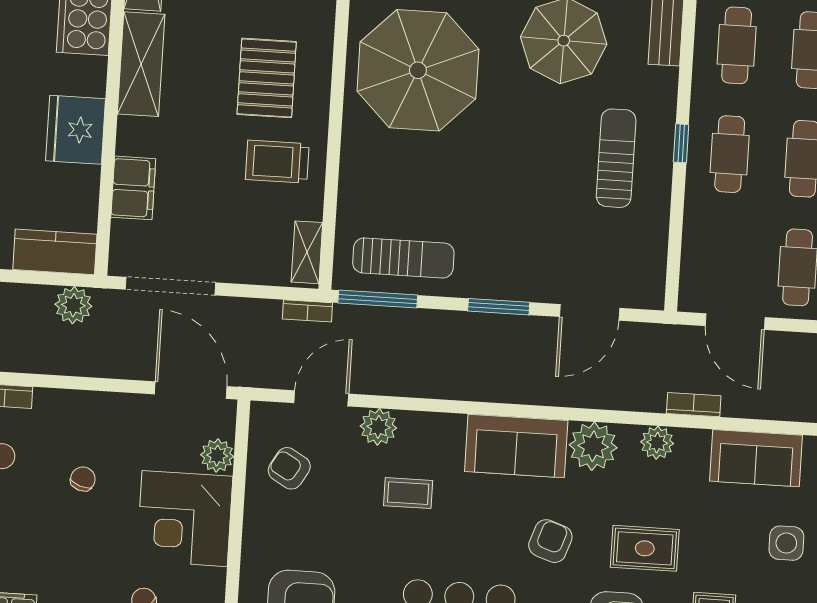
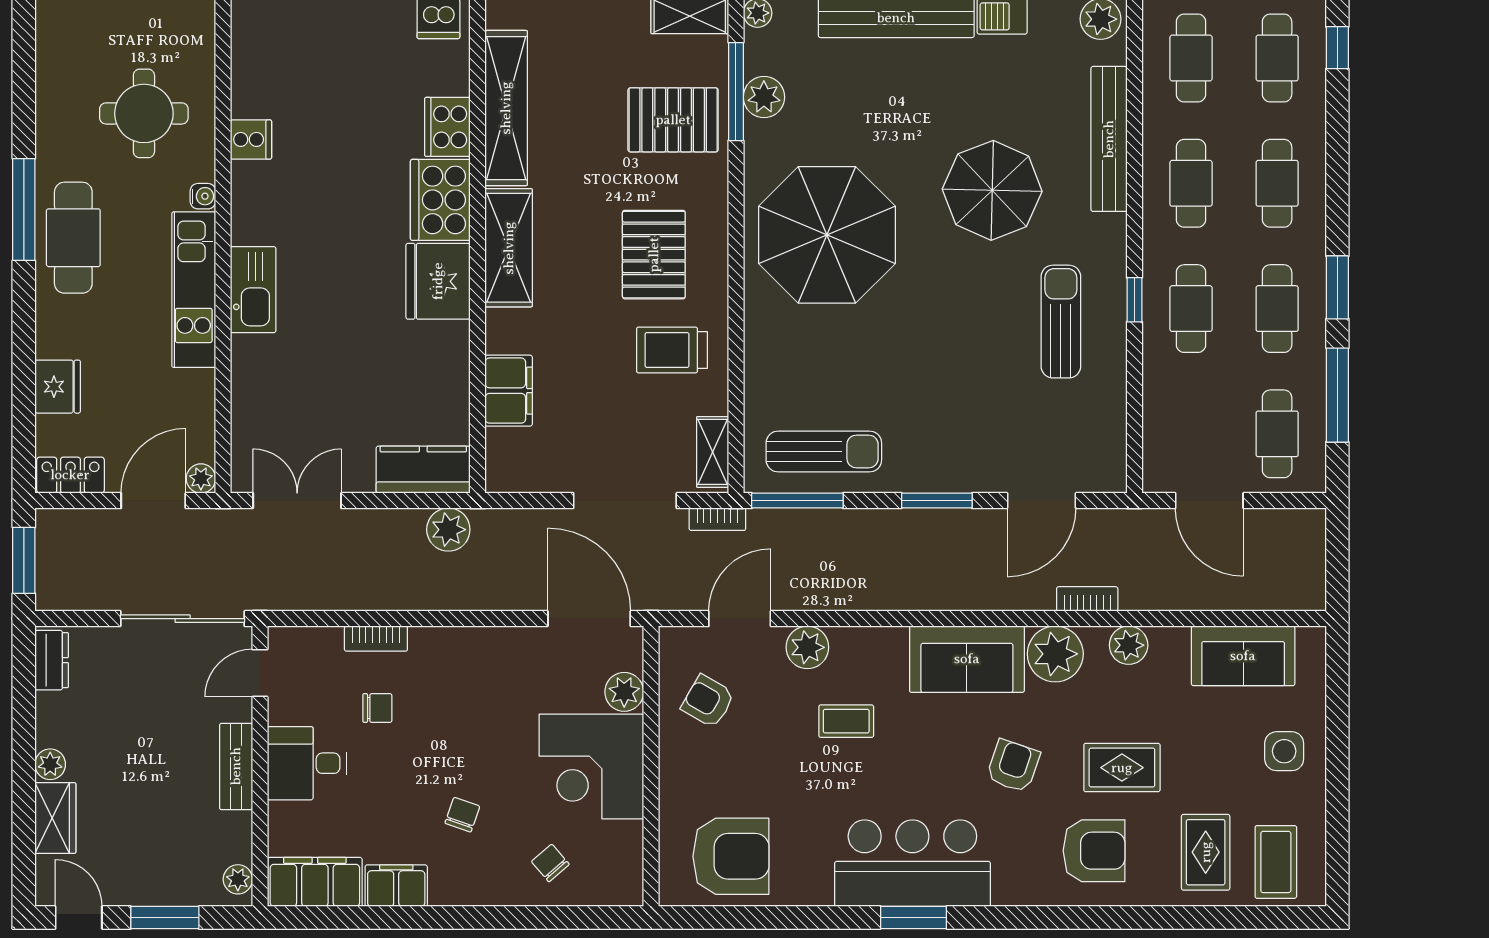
fridge: (76, 130) -> (438, 281), moved
doorway: (170, 286) -> (625, 501), moved
bookcase: (694, 405) -> (1087, 599), moved
chair: (83, 479) -> (462, 815), moved

